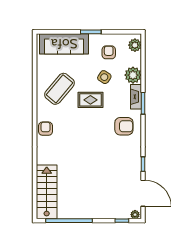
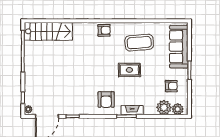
plant: (133, 75) -> (164, 107), moved
side table: (104, 77) -> (149, 82), removed
coffee table: (59, 89) -> (139, 43), turned -45
rug: (90, 100) -> (129, 70), turned 90

